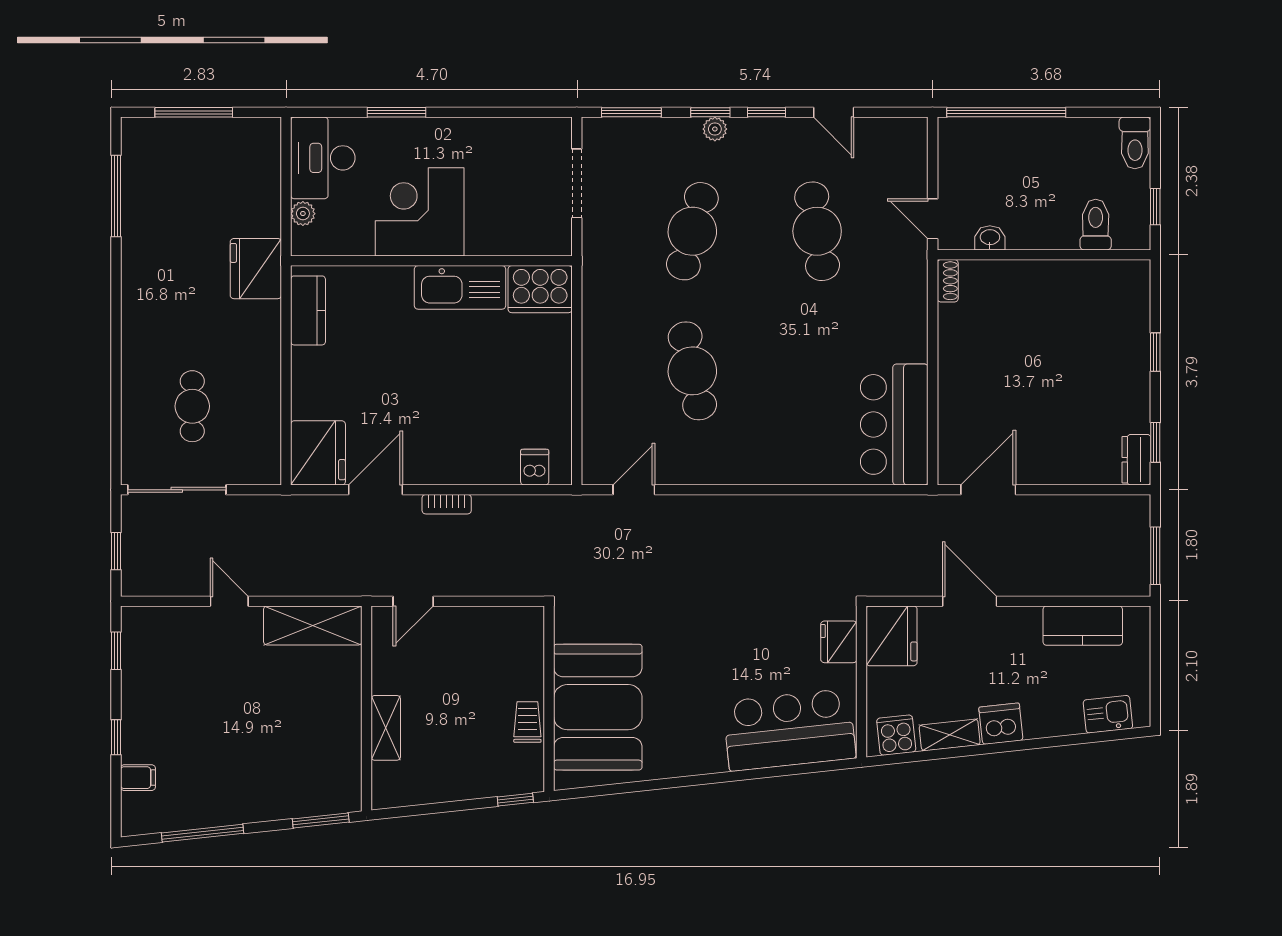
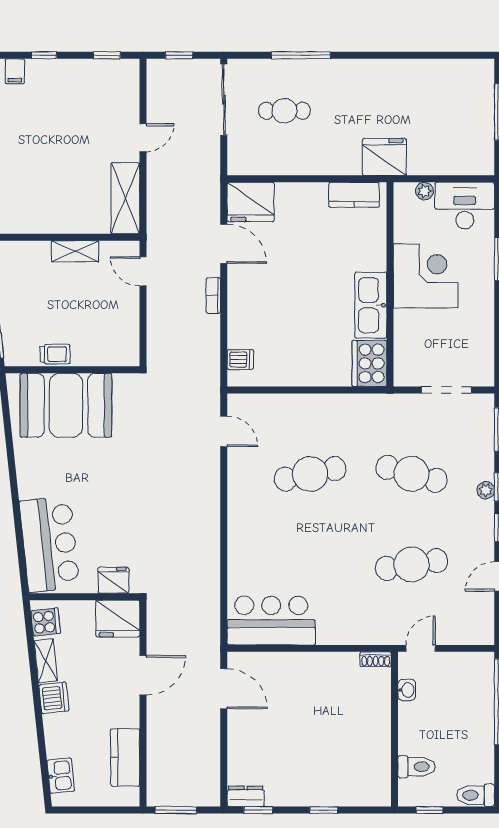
window: (116, 196) -> (301, 55), moved
shelving: (386, 728) -> (75, 251), moved

